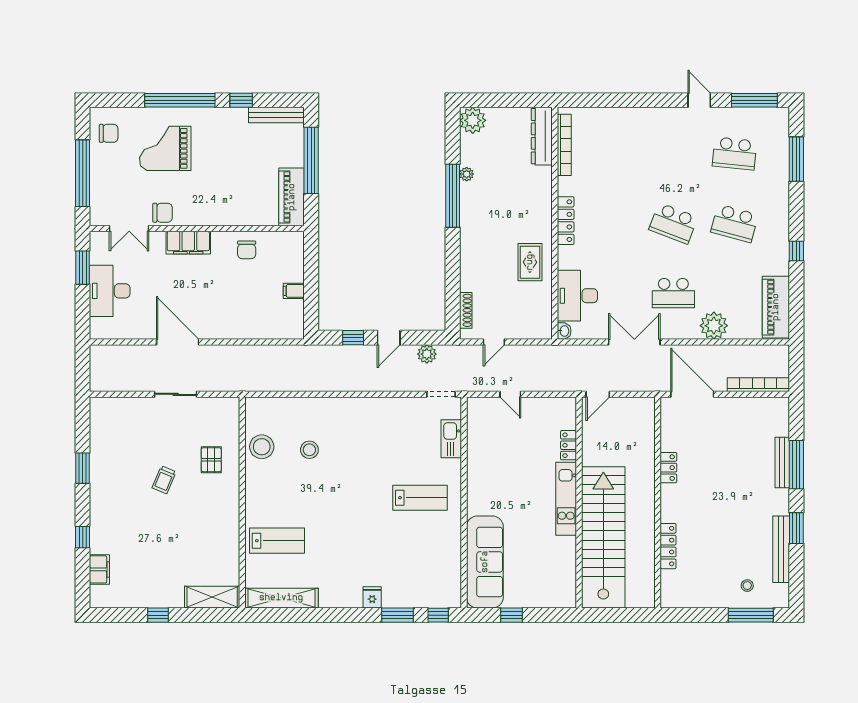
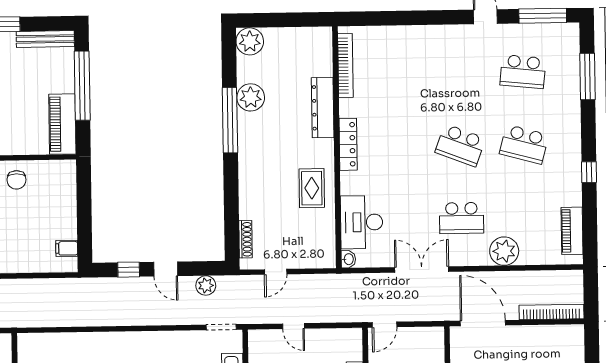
dresser: (542, 136) -> (323, 108), moved
plant: (467, 174) -> (251, 97), width x1.88, depth x1.88
filing cabinet: (294, 291) -> (67, 248), moved
piano: (776, 307) -> (572, 231), width x0.73, depth x0.75
door: (389, 338) -> (166, 269), hinge flipped

